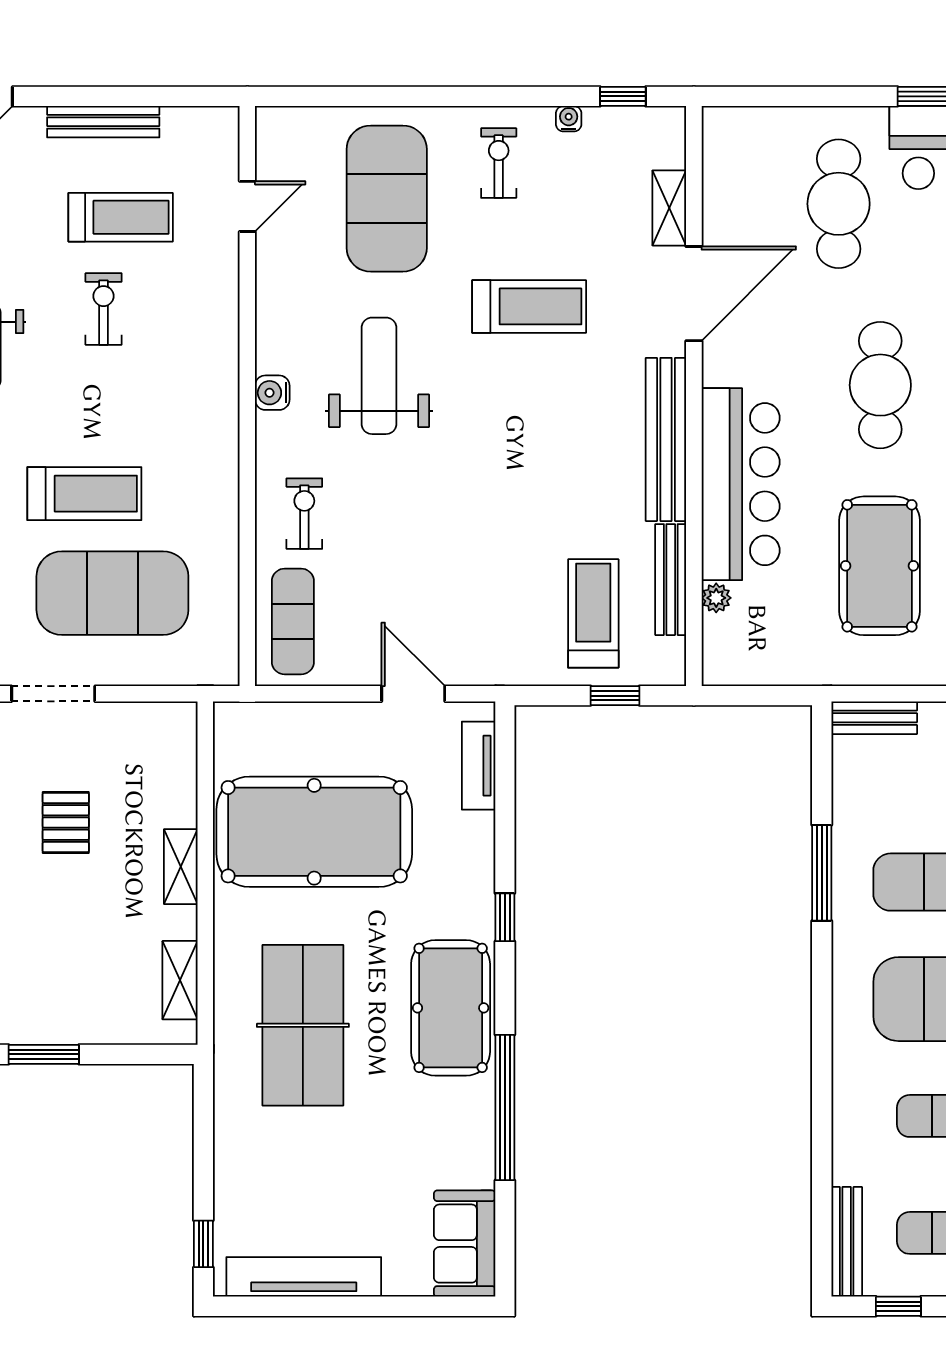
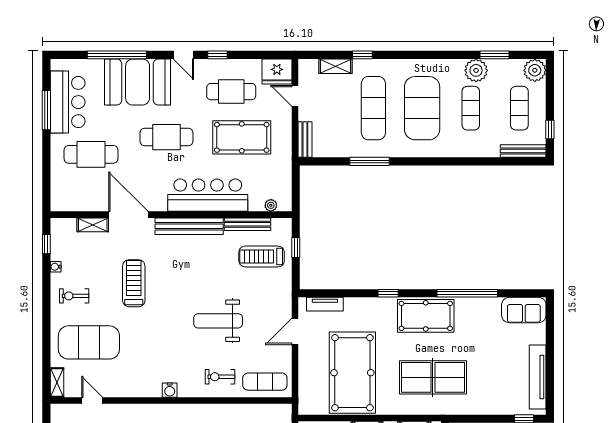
shelving: (291, 122) -> (57, 382), added
weight bench: (379, 376) -> (218, 321), moved
plant: (716, 598) -> (271, 205), moved

